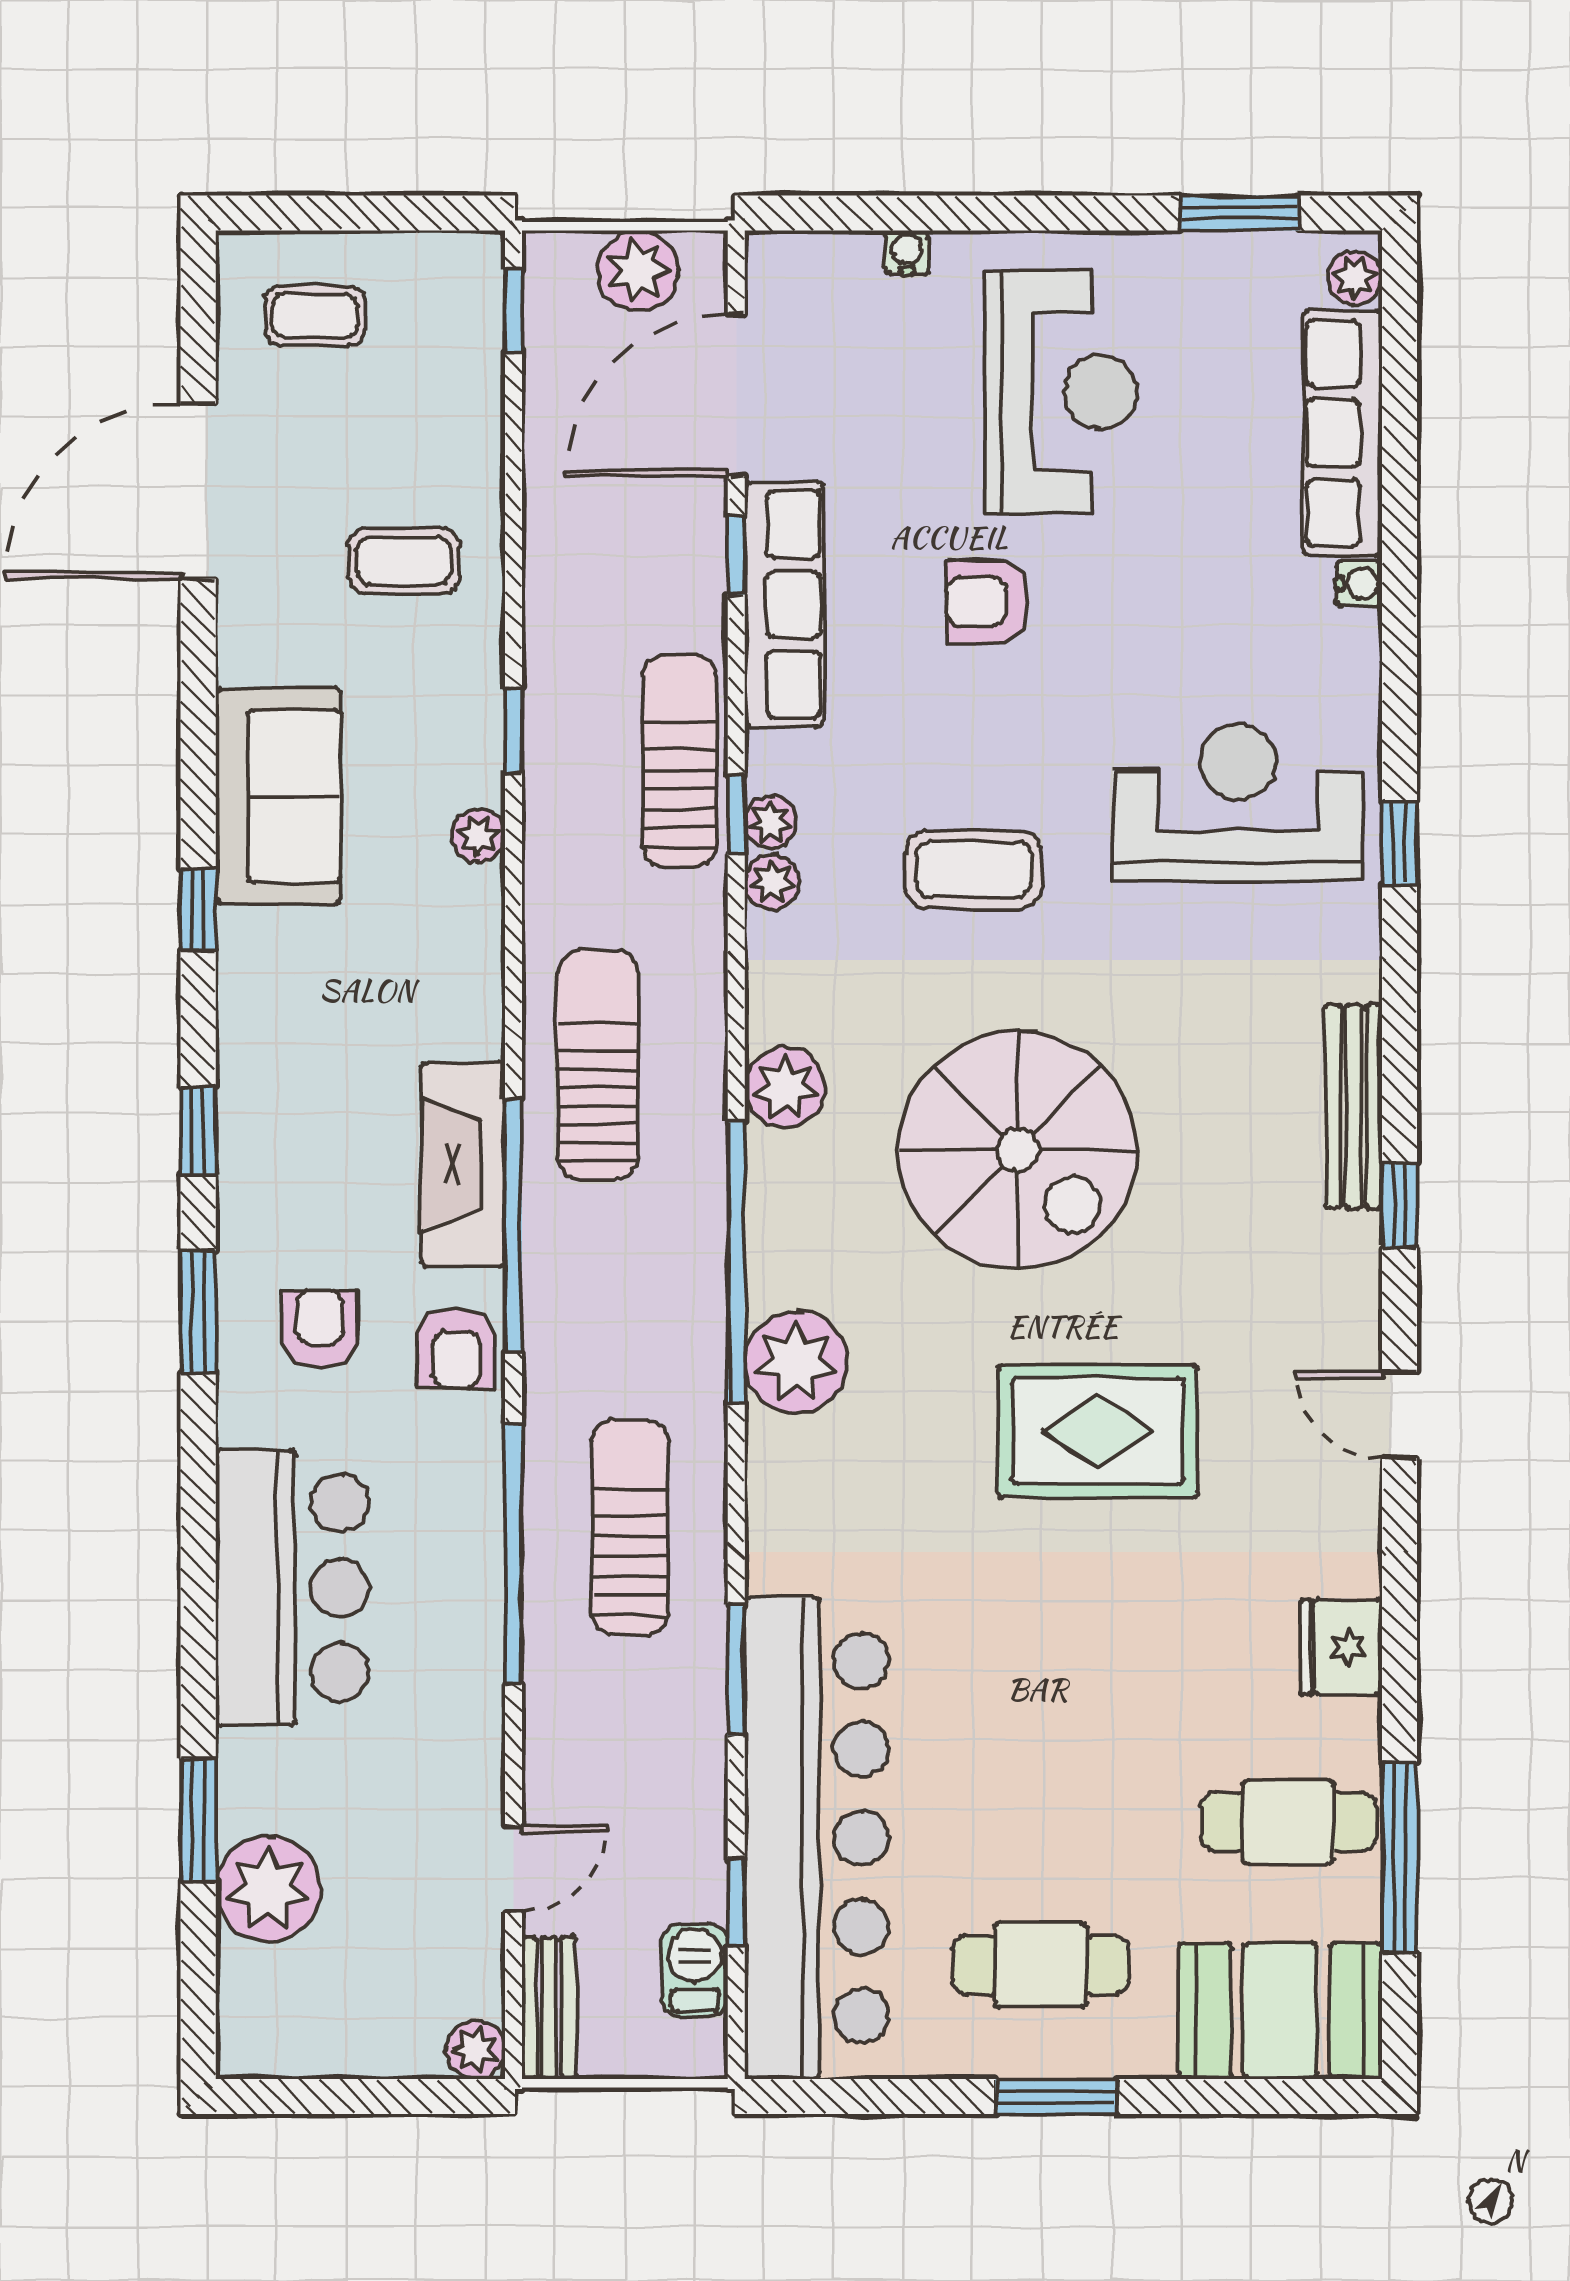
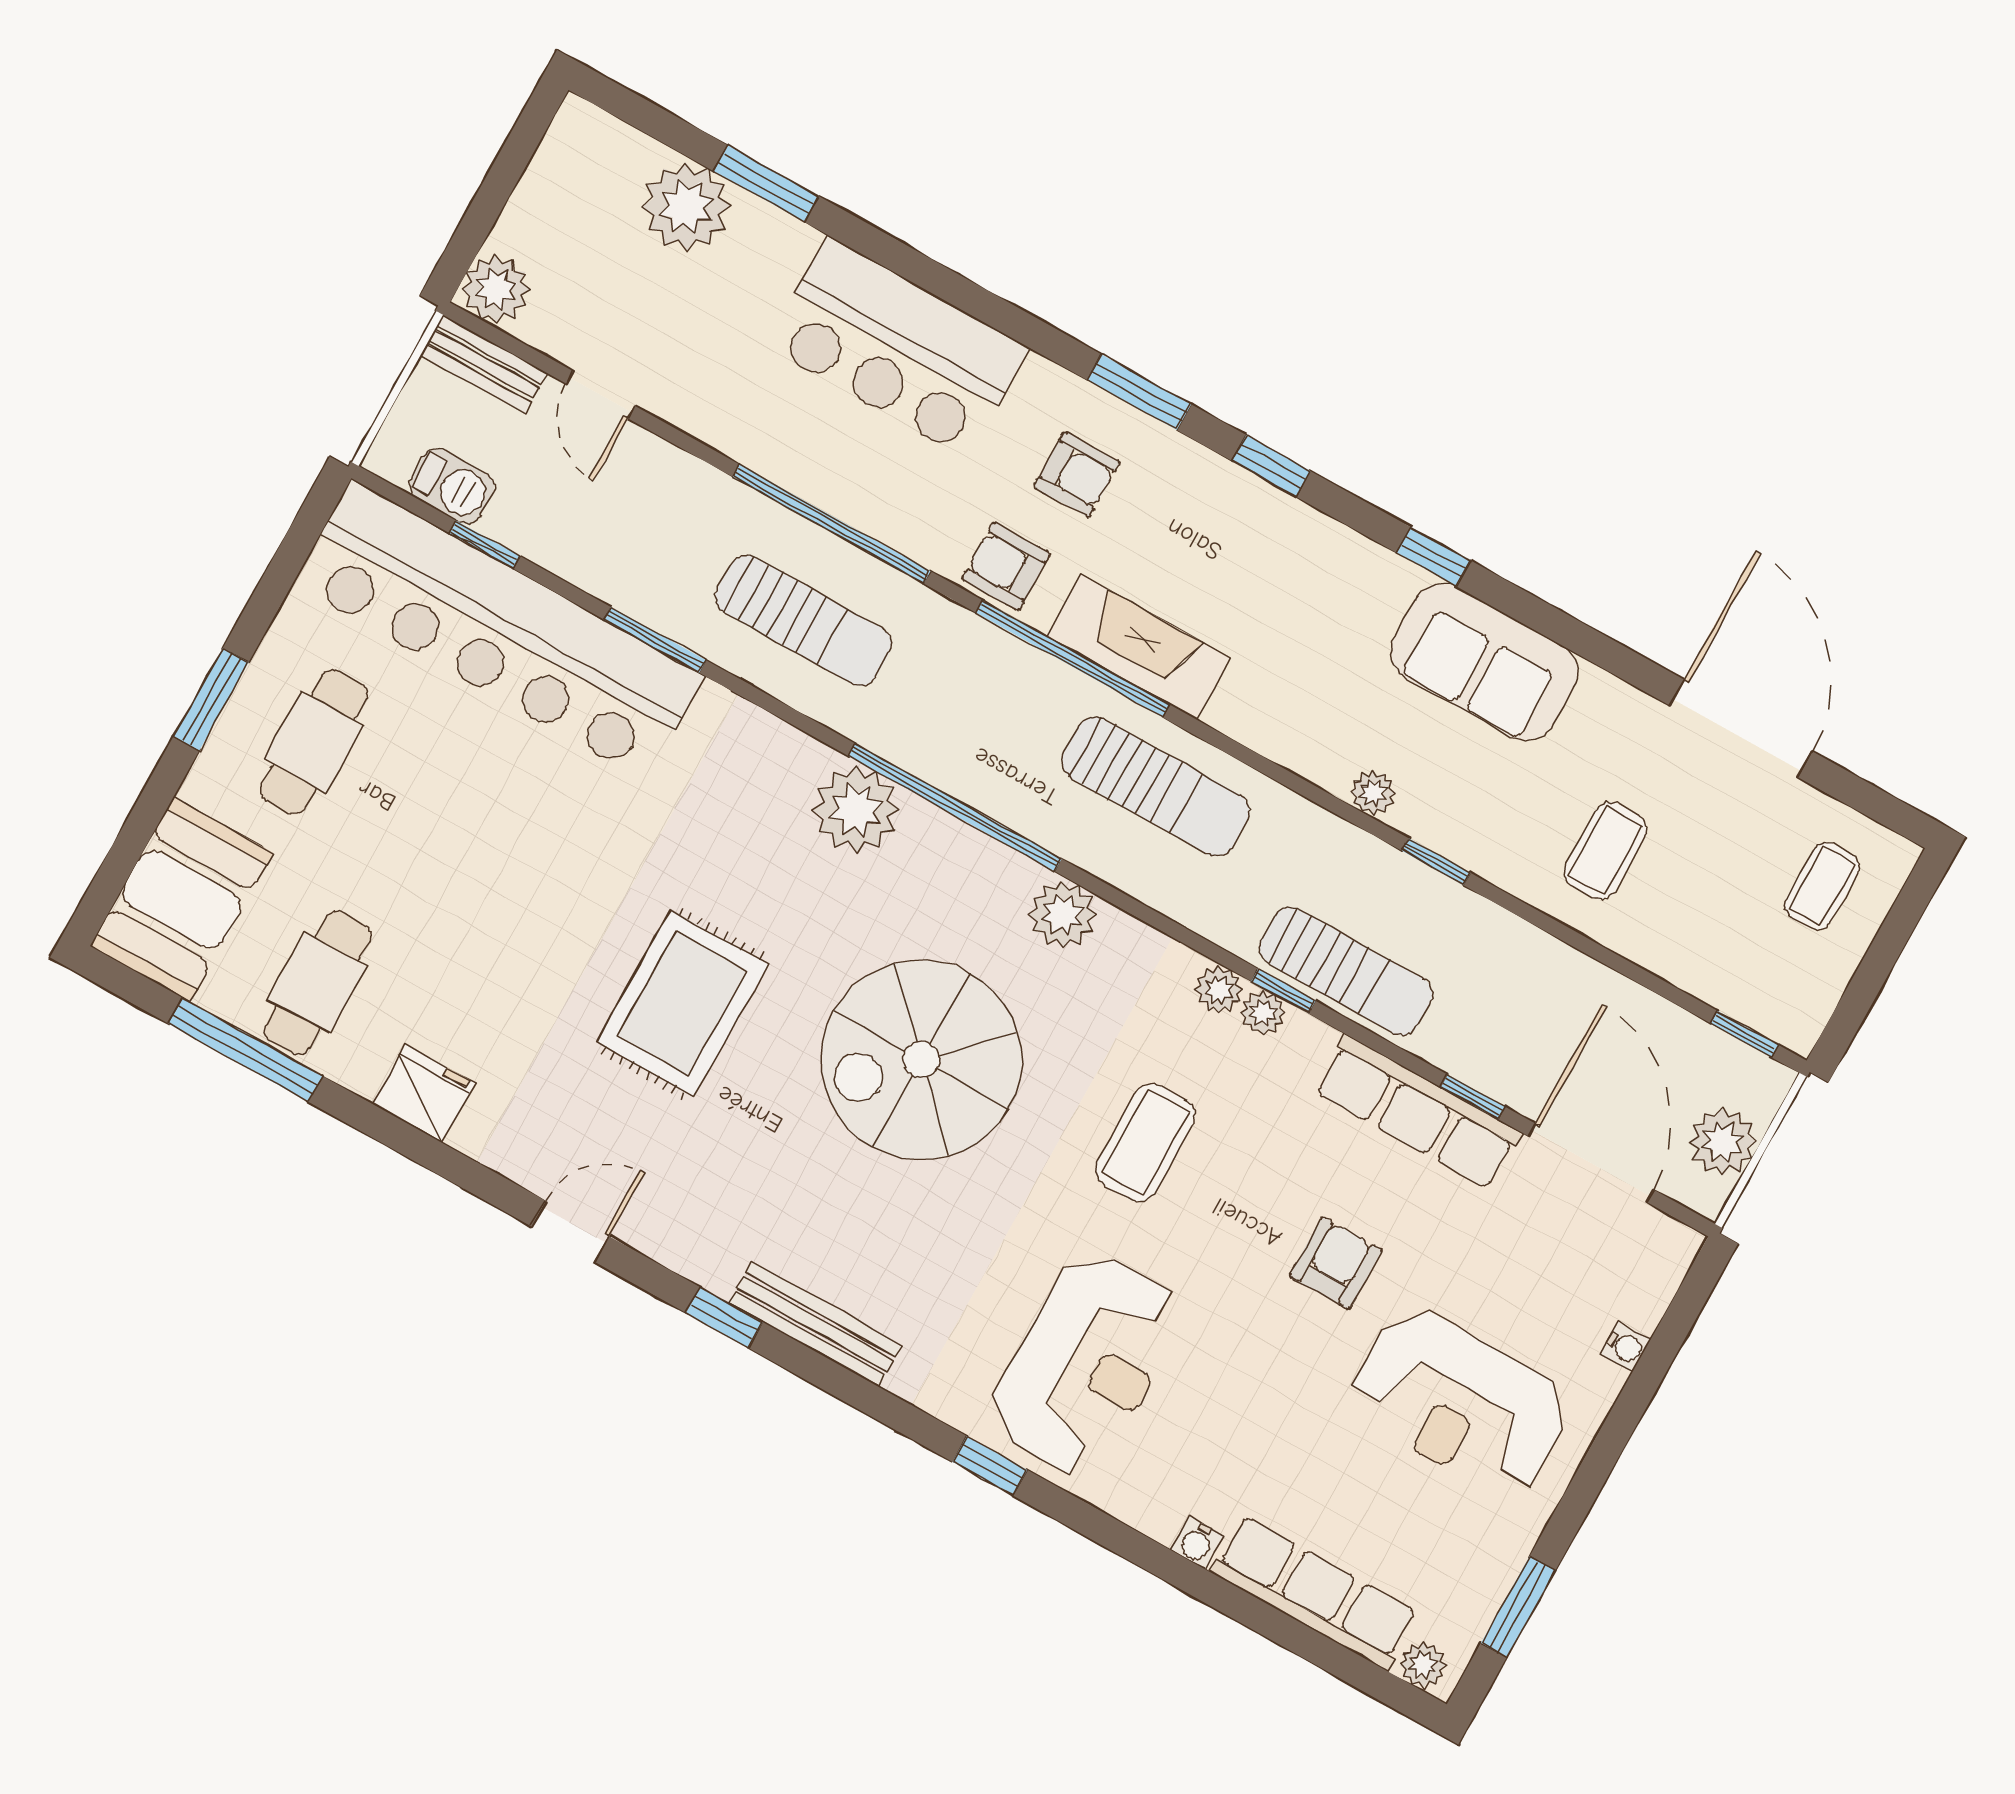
plant: (476, 2050) -> (496, 289), width x1.38, depth x1.38

